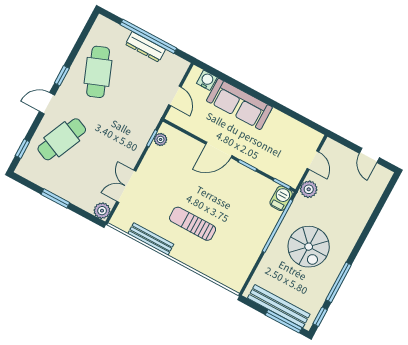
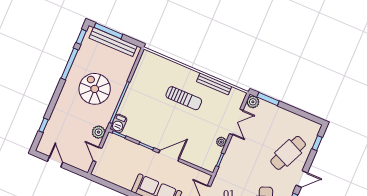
plant: (161, 139) -> (221, 142), moved
window: (55, 198) -> (268, 99), moved
window: (380, 205) -> (43, 125), added

